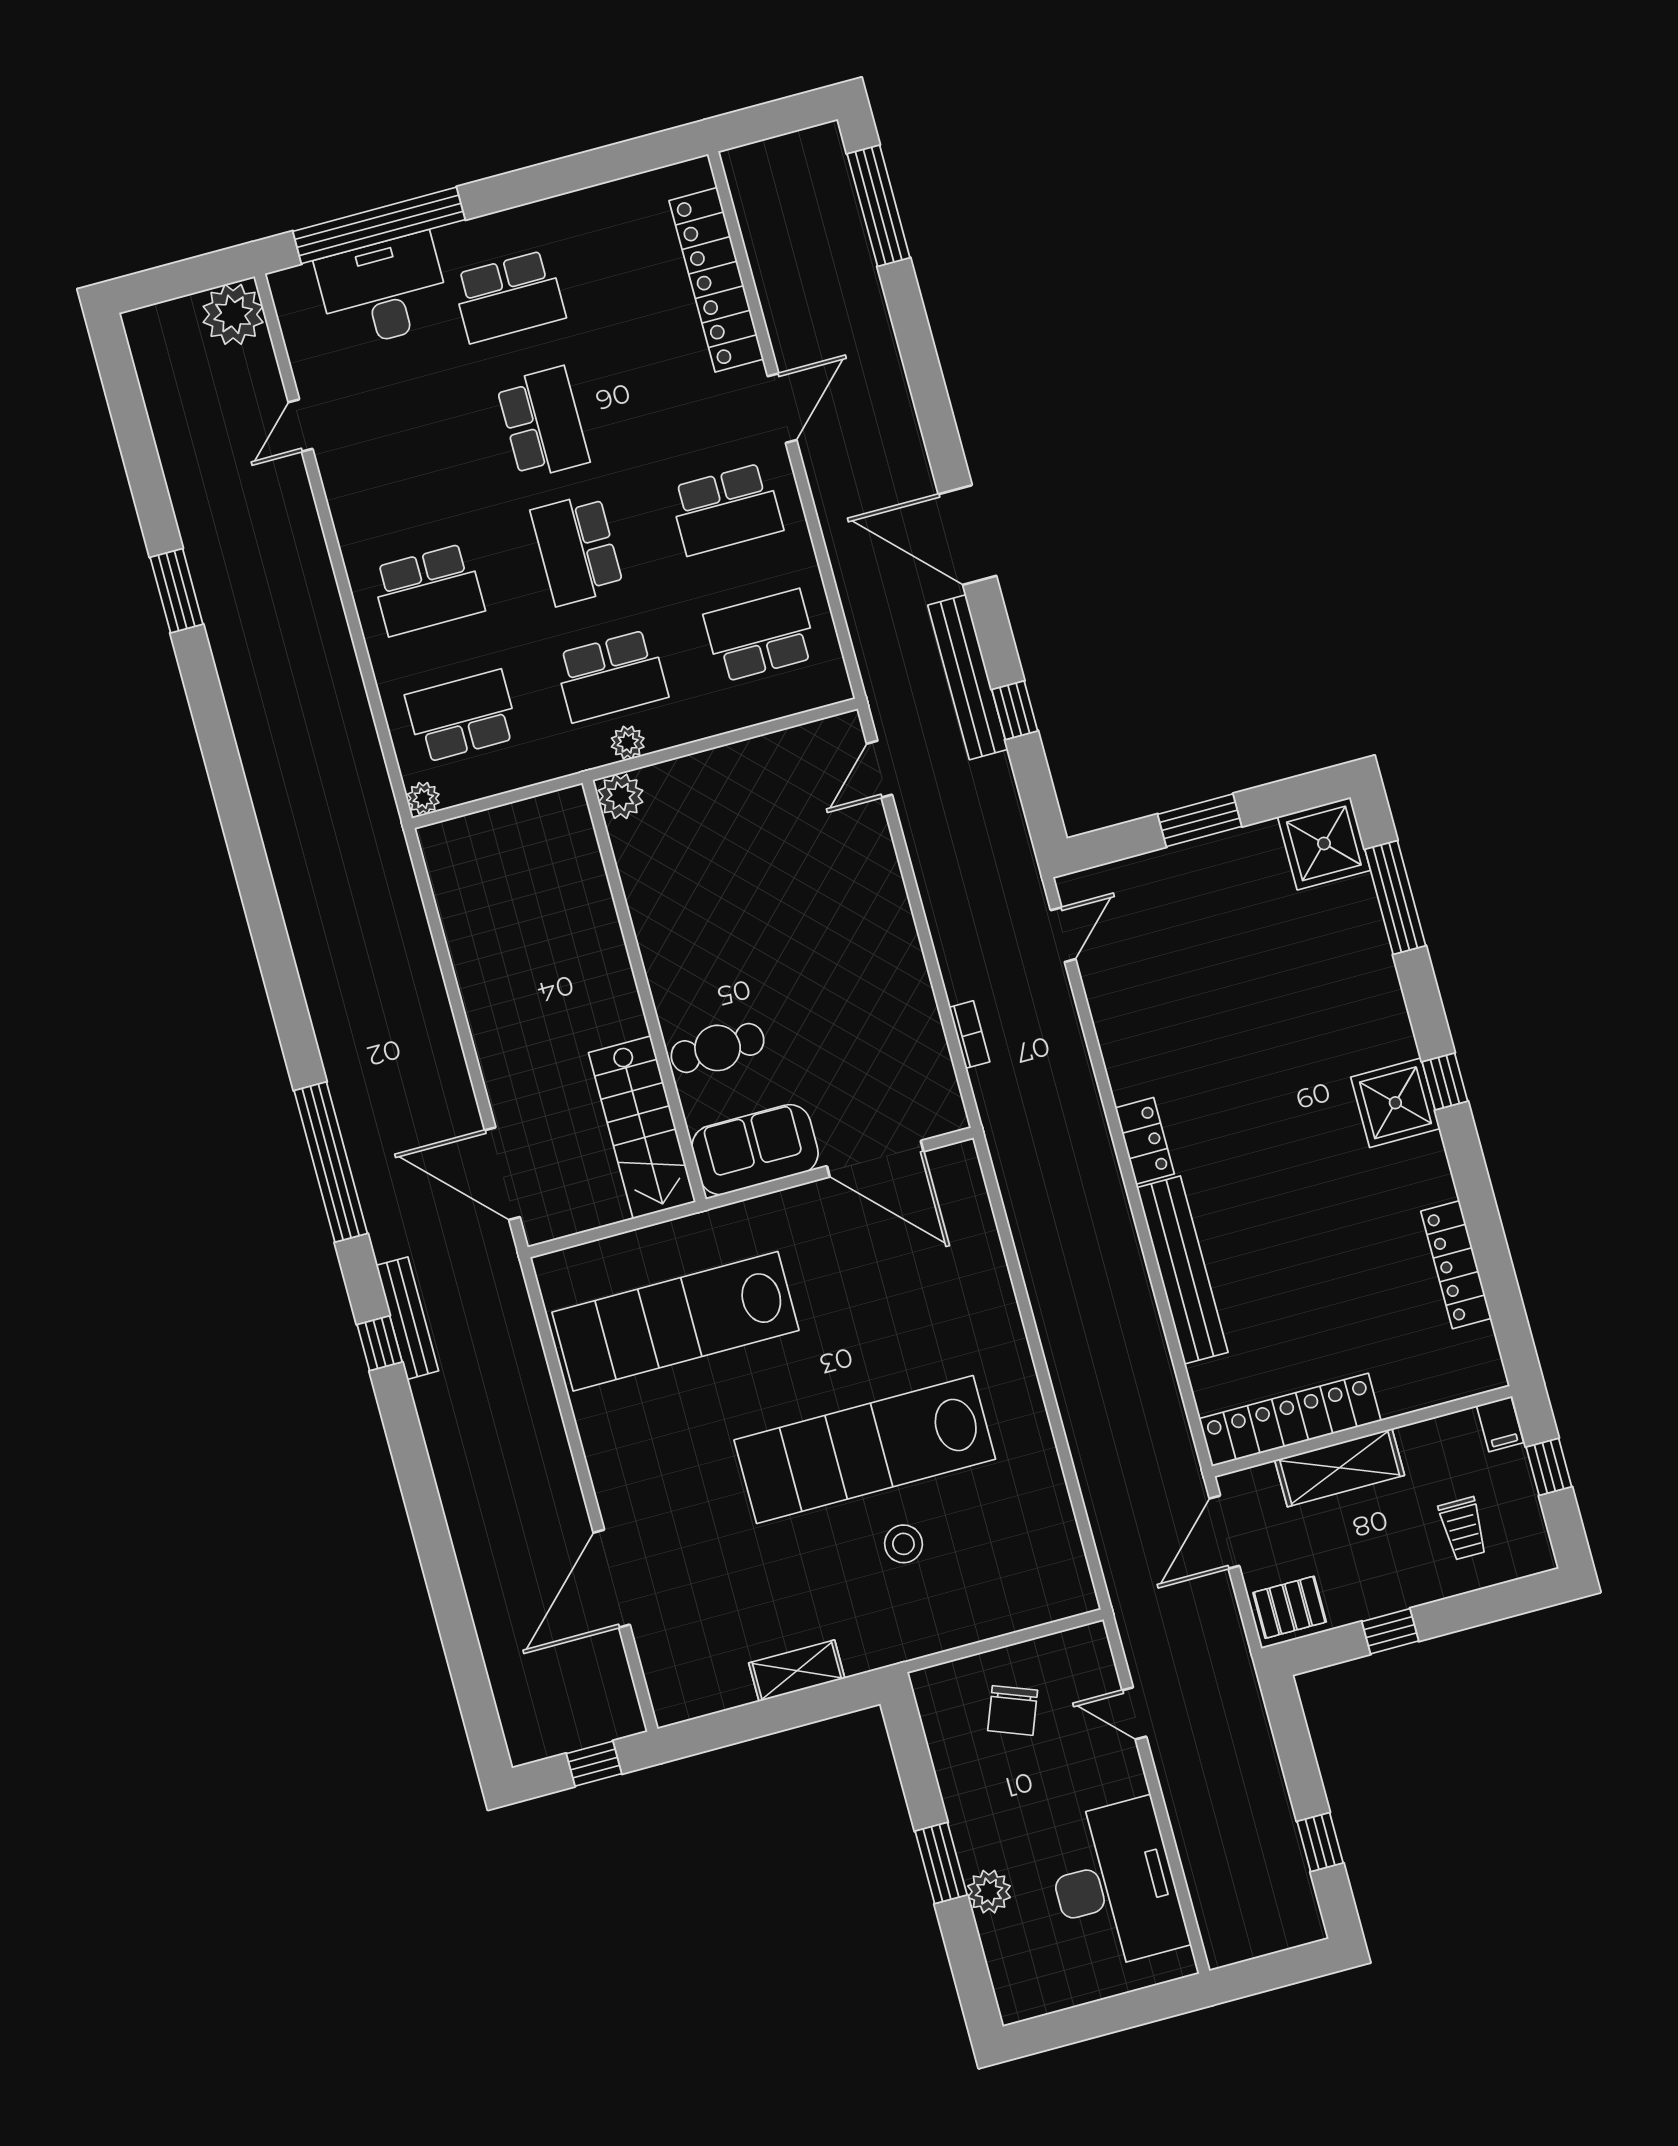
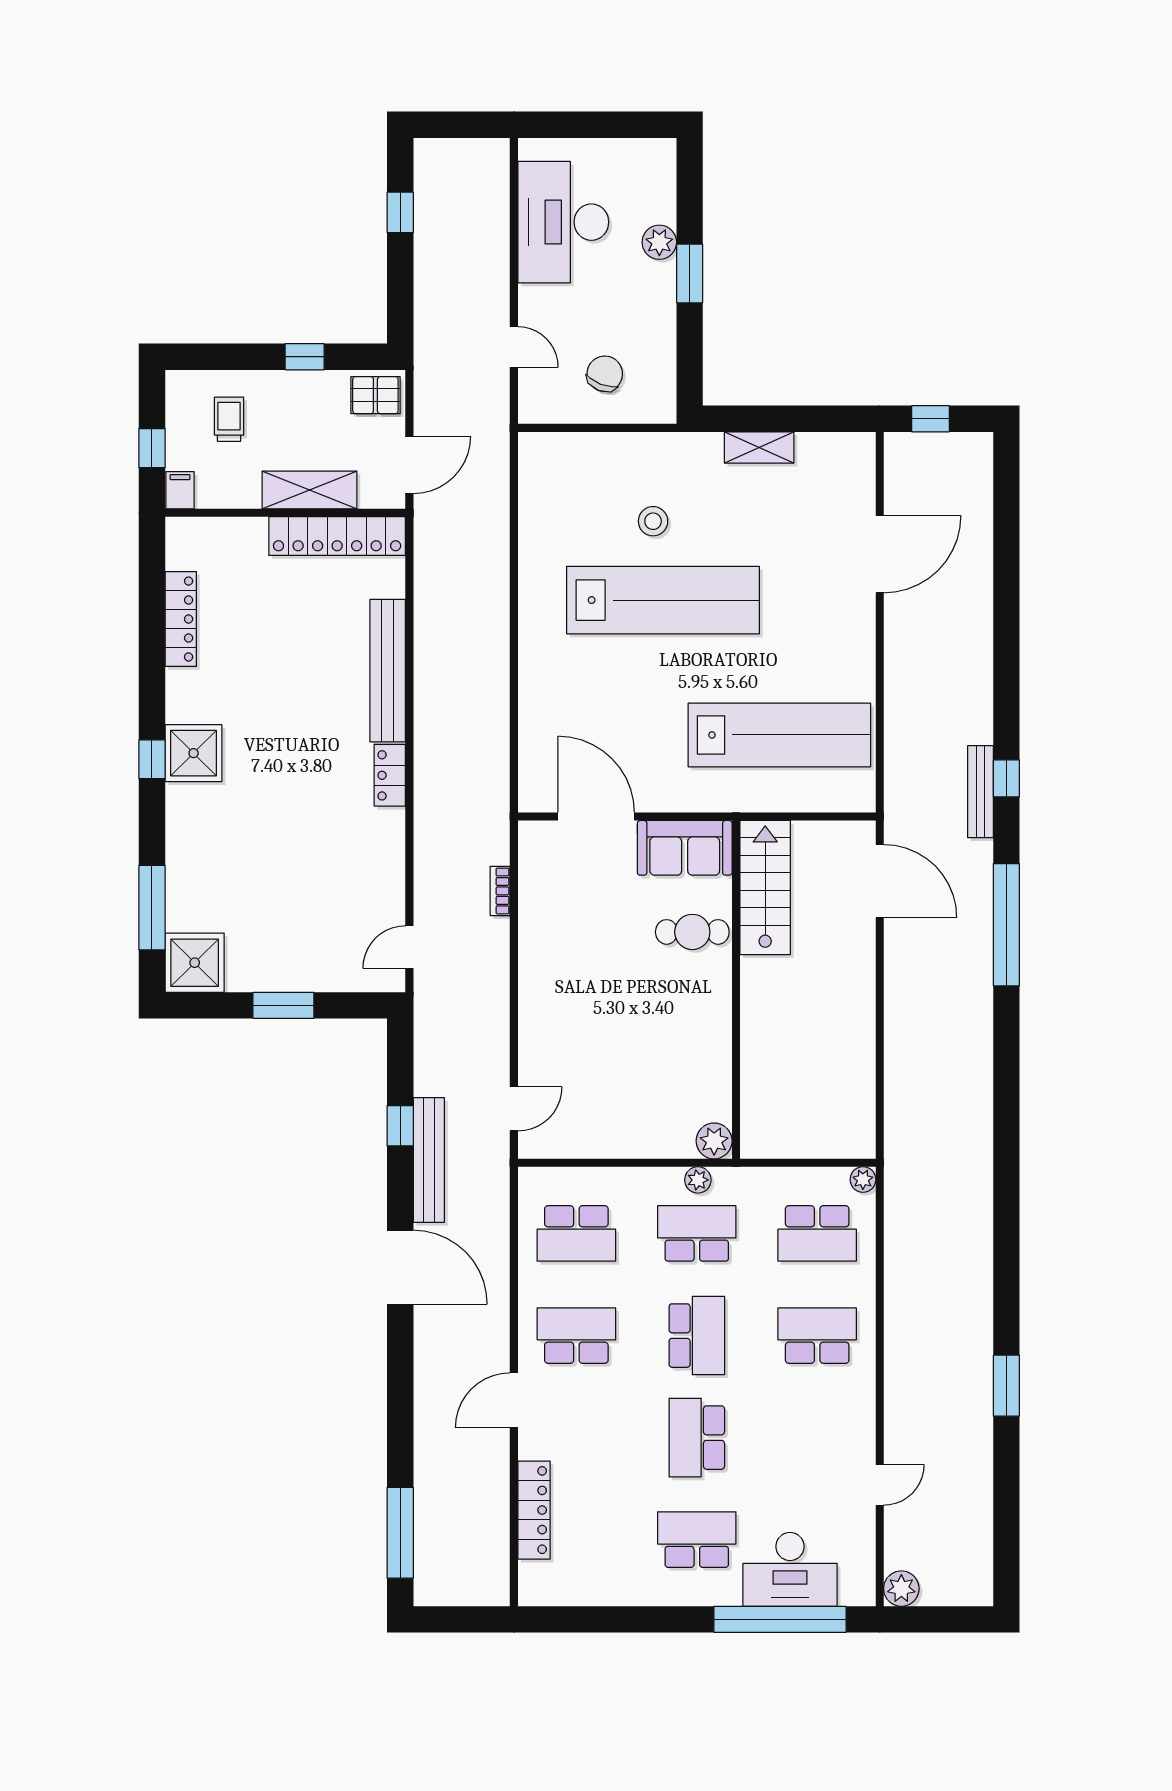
locker: (716, 280) -> (534, 1510), width x0.71, depth x0.83
plant: (233, 314) -> (901, 1589), width x0.73, depth x0.73

